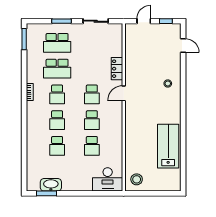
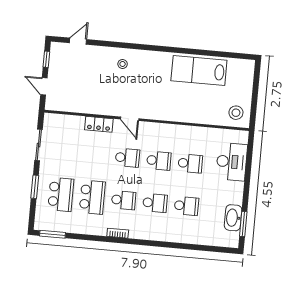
desk: (108, 179) -> (232, 162), moved

